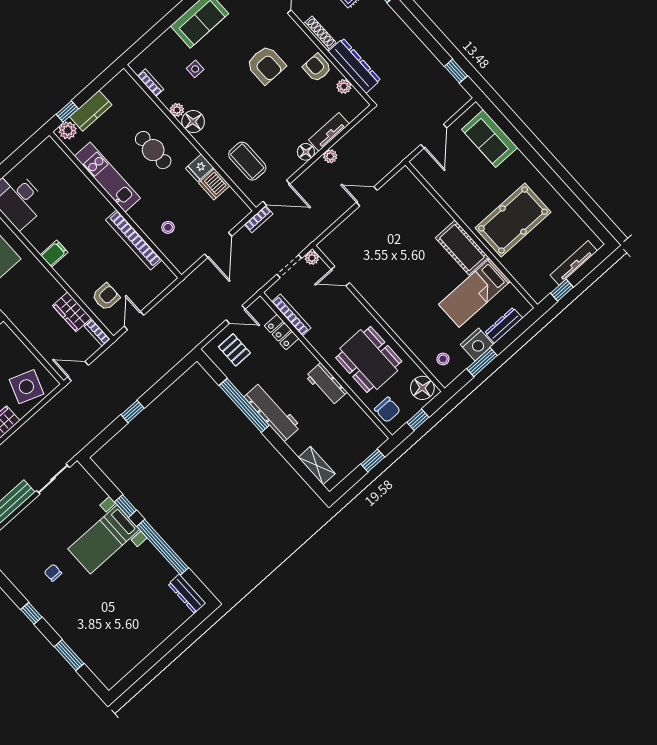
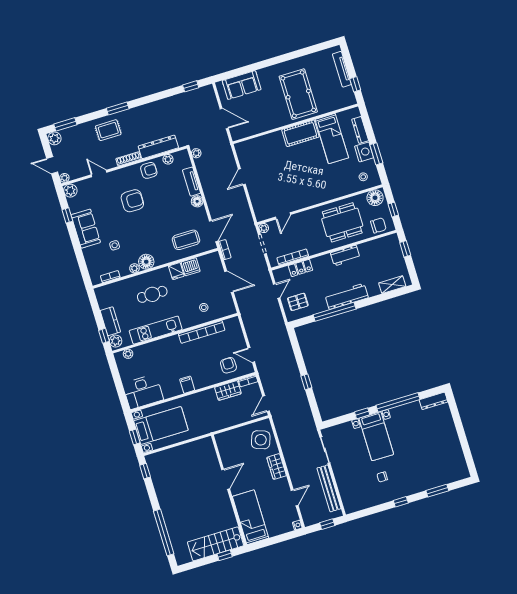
armchair: (317, 68) -> (149, 170), turned 180
plant: (58, 155) -> (128, 354), added
plant: (330, 156) -> (196, 153), moved

